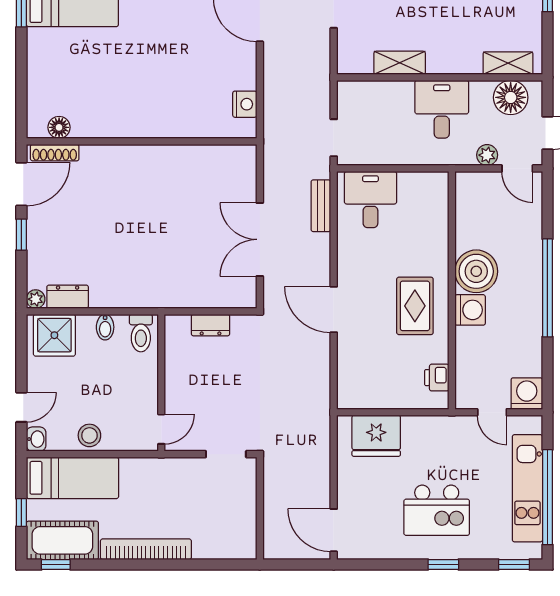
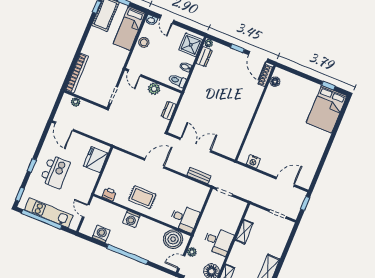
desk: (370, 200) -> (184, 218), moved
boiler: (476, 271) -> (173, 239), moved
plant: (178, 374) -> (154, 89), added
washing machine: (527, 394) -> (101, 234), moved, turned -90
door: (492, 412) -> (86, 211), hinge flipped
kitchen island: (437, 510) -> (55, 172), turned 180
plant: (273, 527) -> (76, 102), added
door: (334, 530) -> (64, 126), swing flipped
bookcase: (146, 549) -> (77, 73), moved

